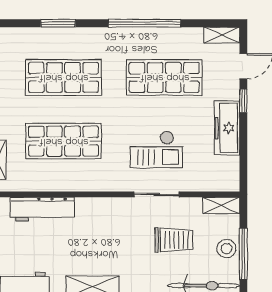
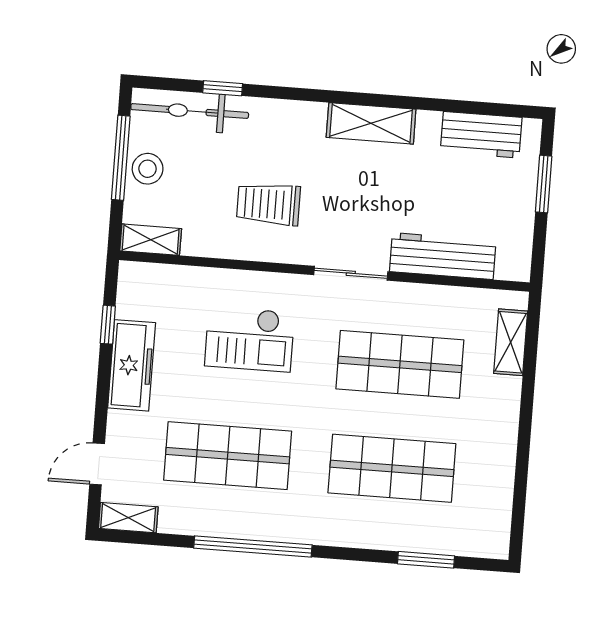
window: (58, 23) -> (426, 560), moved
window: (243, 101) -> (108, 325), moved
checkout: (156, 150) -> (249, 339), turned 180
sliding door: (157, 194) -> (351, 273), moved
trolley: (174, 240) -> (269, 204), moved

